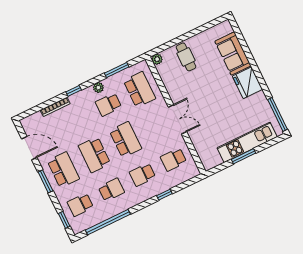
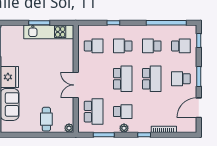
school desk: (139, 90) -> (94, 112), turned 180
double door: (178, 119) -> (76, 85), moved
school desk: (125, 140) -> (123, 79), turned 180
kitchen unit: (247, 142) -> (49, 32), moved
door: (29, 148) -> (199, 108), hinge flipped
school desk: (63, 170) -> (181, 79), width x0.54
school desk: (142, 175) -> (123, 46), turned 180

